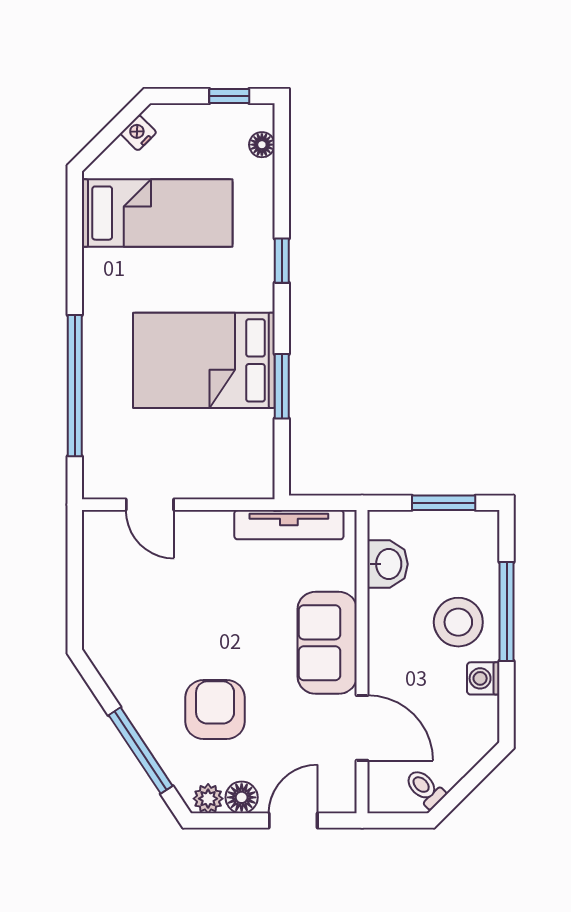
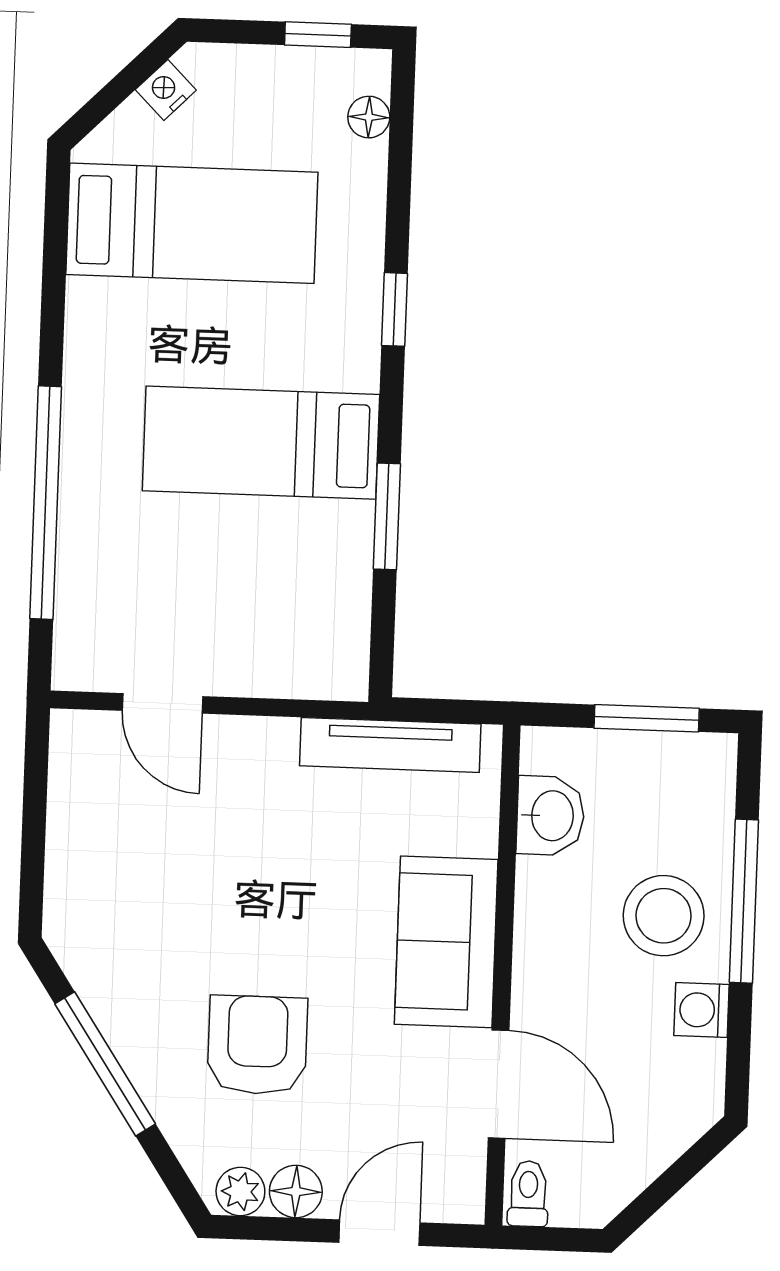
bed: (204, 360) -> (261, 443), width x0.67
window: (141, 751) -> (105, 1064), moved
toilet: (425, 788) -> (528, 1194), moved, turned 45

